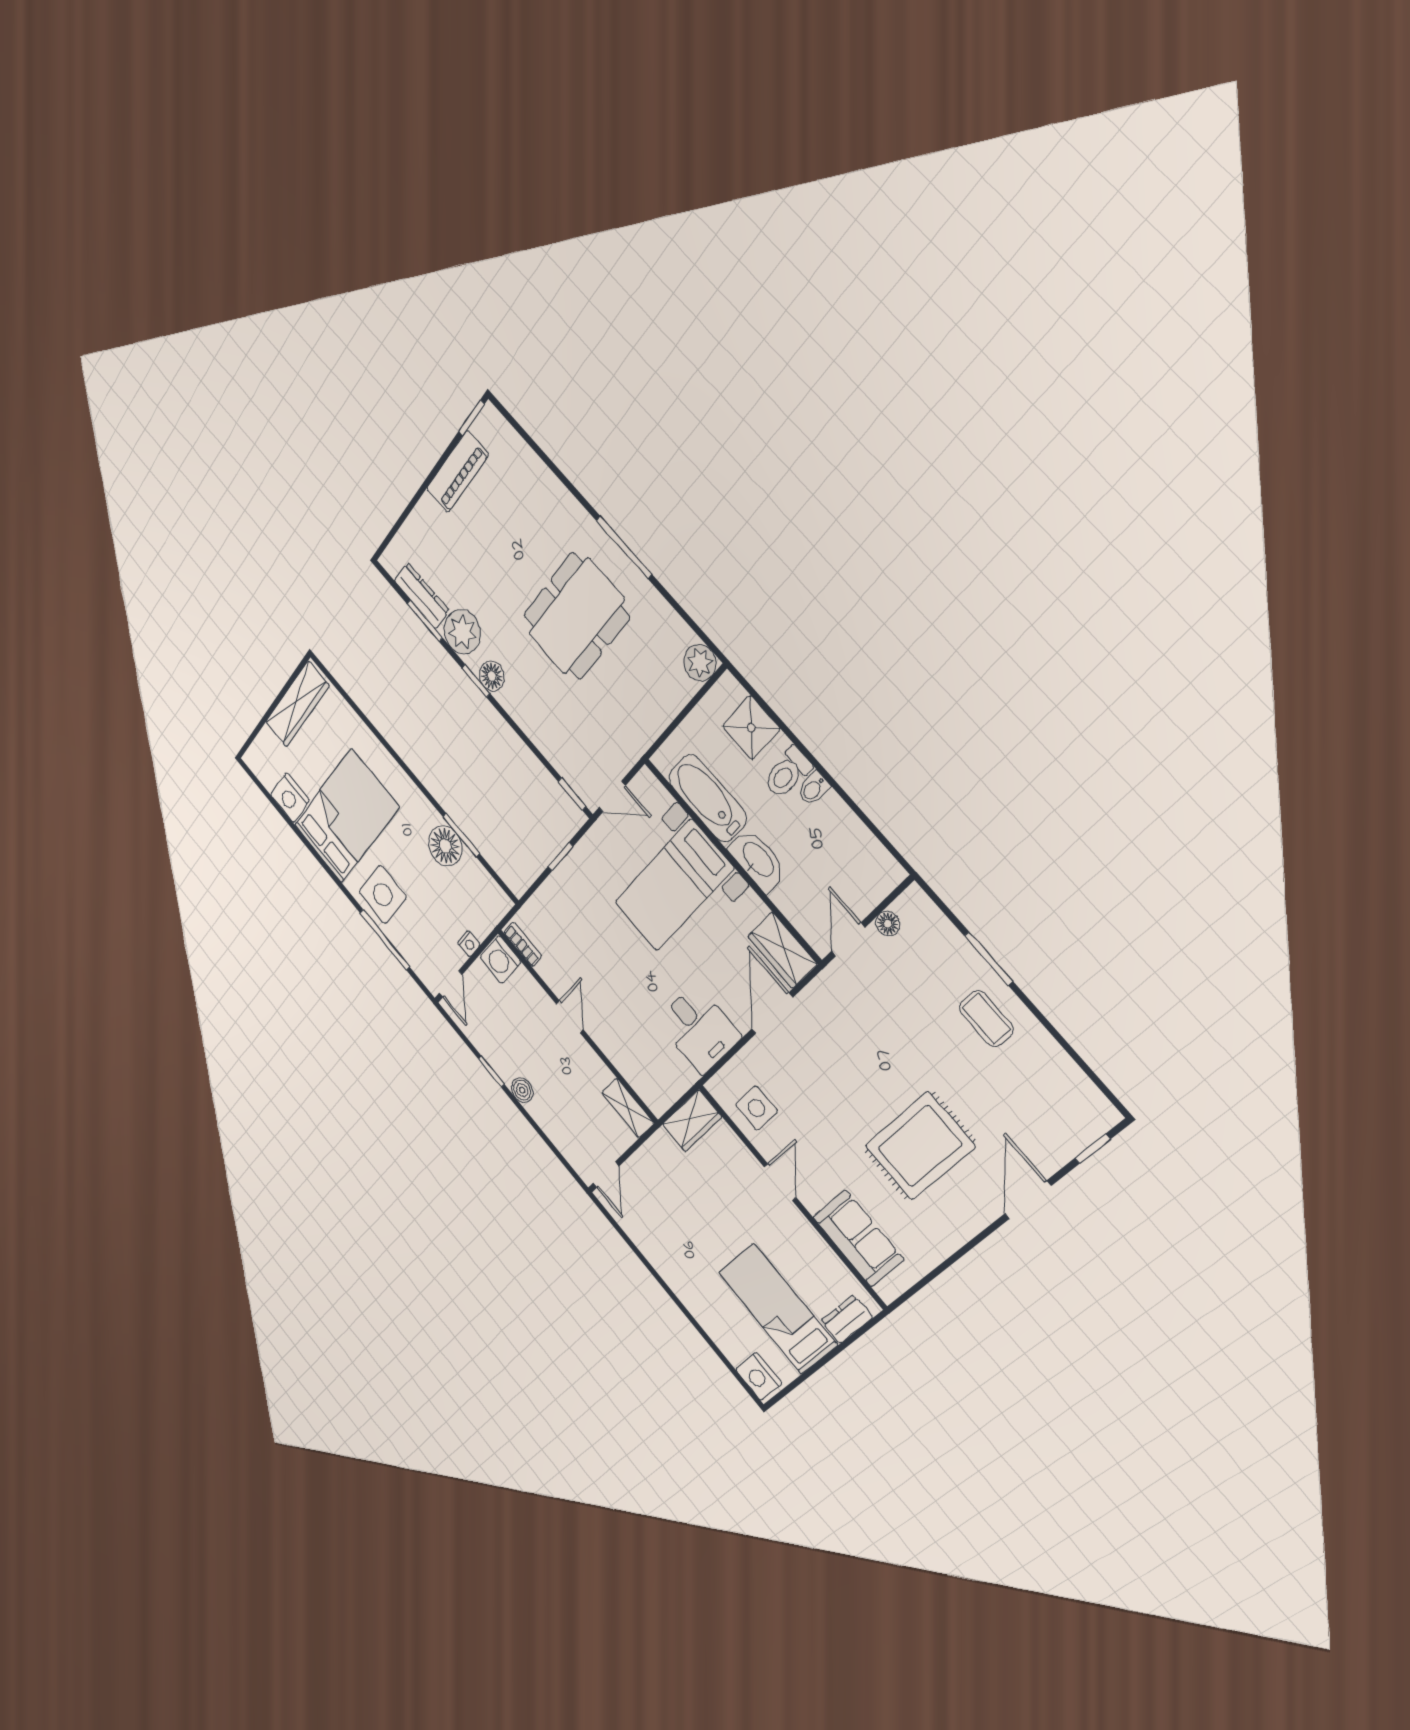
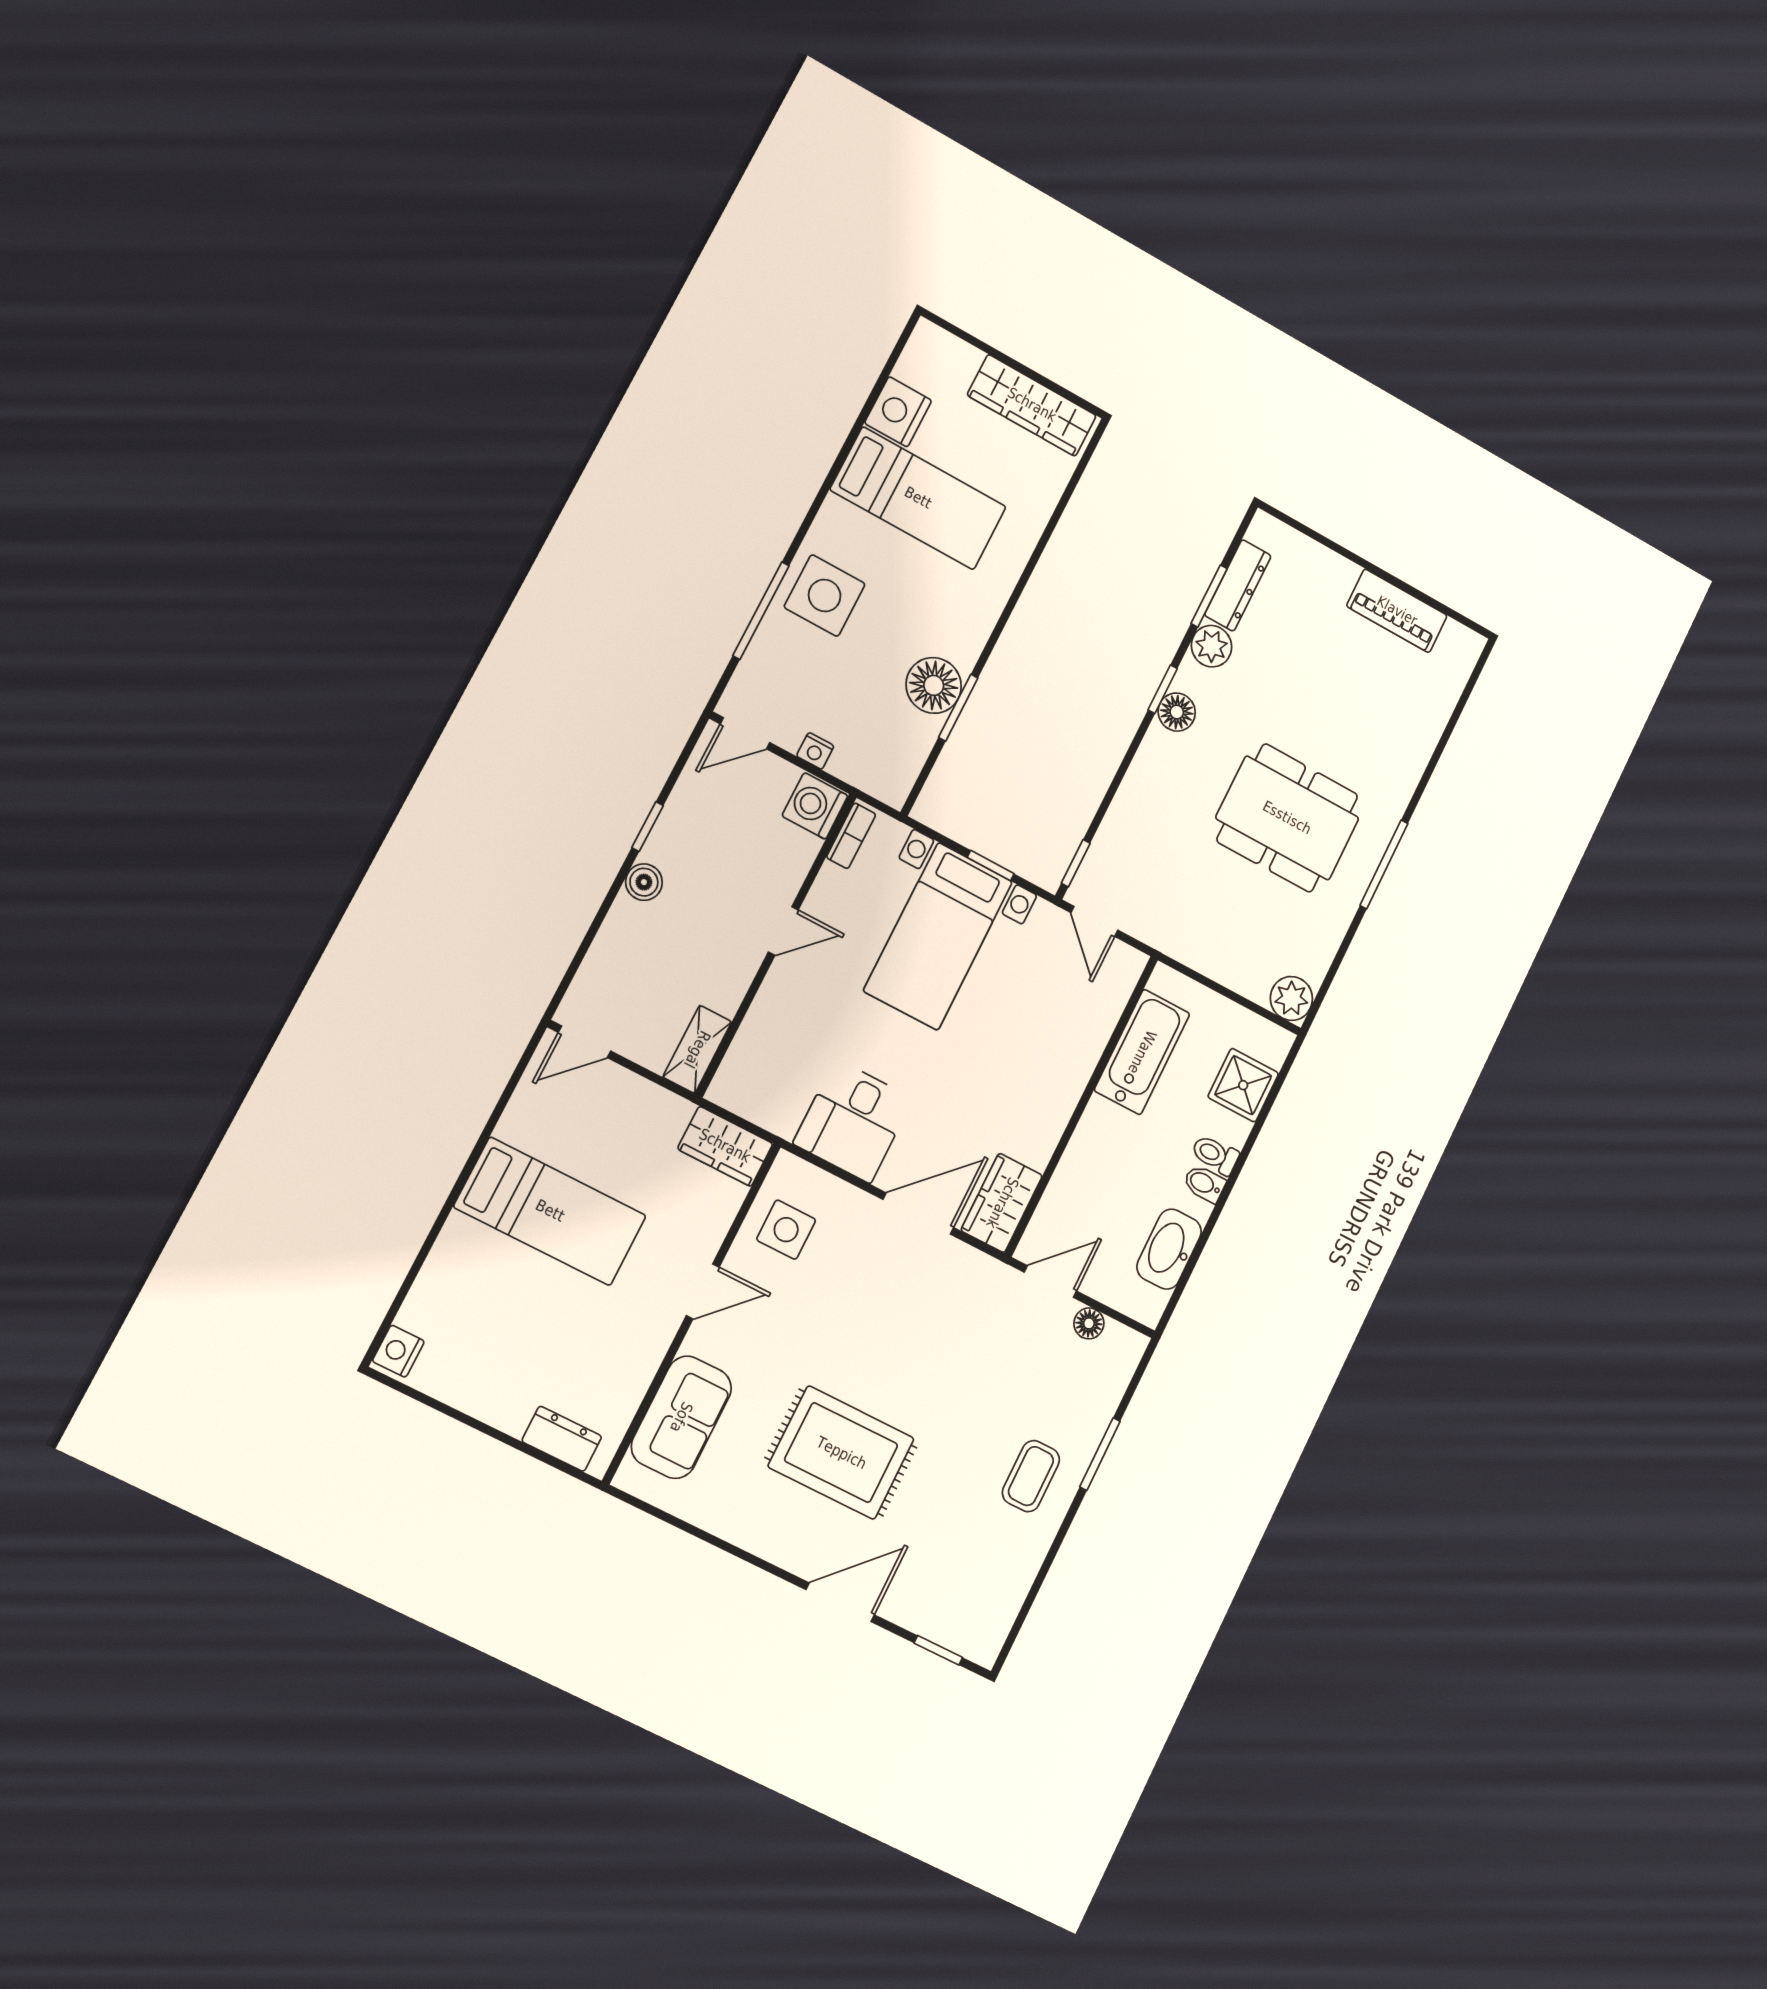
window: (471, 418) -> (1461, 619), removed
plant: (462, 632) -> (1212, 646), width x0.73, depth x0.73
toilet: (787, 773) -> (1215, 1155), width x0.73, depth x0.72
bed: (346, 816) -> (918, 498), width x0.67
washbasin: (758, 860) -> (1169, 1249), moved, turned 180
bed with nightstands: (674, 885) -> (938, 936), moved, turned -90
bed: (778, 1309) -> (550, 1211), moved, turned 90
nightstand: (759, 1376) -> (398, 1351), width x0.74, depth x0.75

